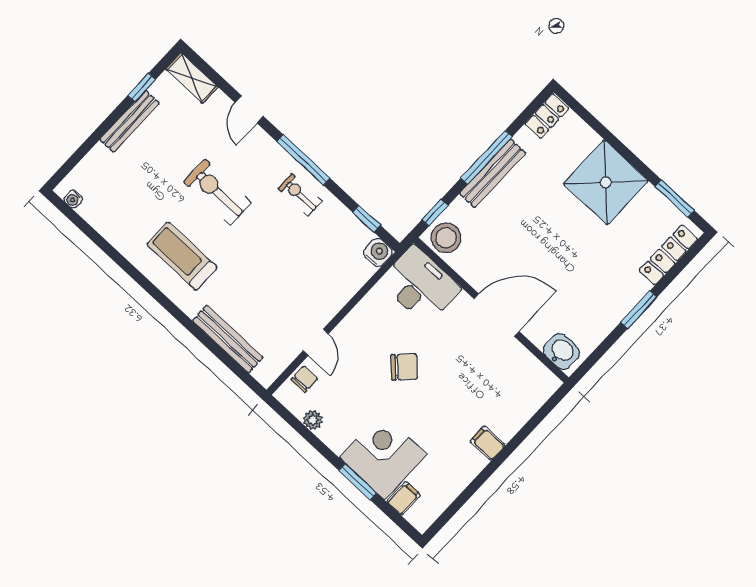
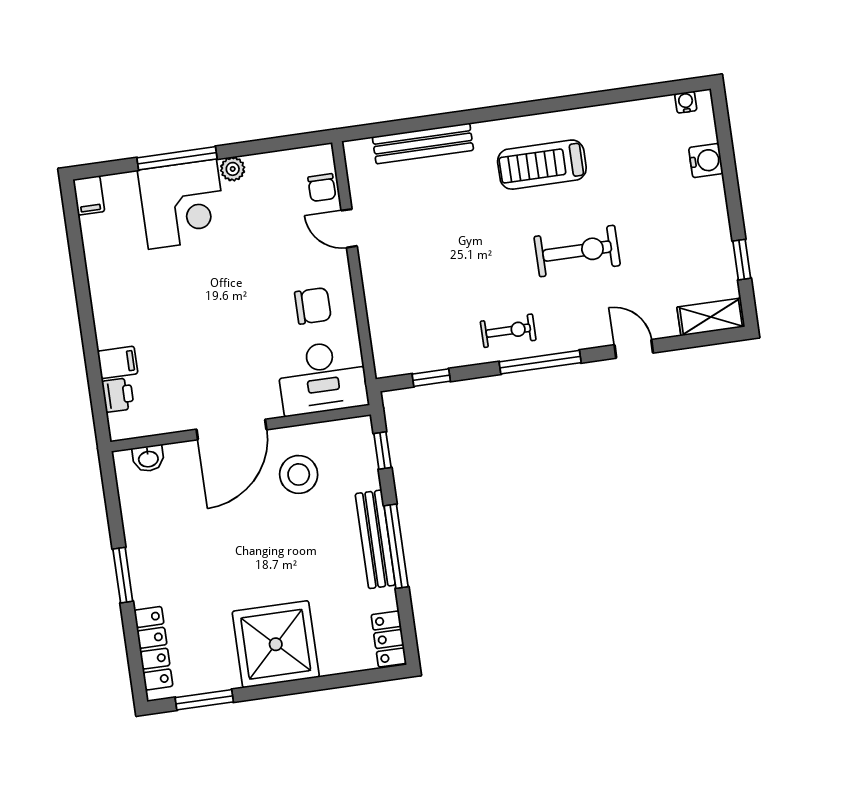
bench: (130, 121) -> (718, 220), removed
stool: (446, 238) -> (299, 474), moved
water cooler: (378, 253) -> (706, 161), moved, turned -90
treadmill: (182, 256) -> (542, 165), turned 180
washbasin: (561, 352) -> (148, 458), width x0.72, depth x0.69
chair: (404, 367) -> (313, 306), moved, turned -135
printer: (531, 401) -> (118, 395), added
plant: (313, 420) -> (233, 169), moved
filing cabinet: (488, 443) -> (118, 362), moved
window: (358, 482) -> (177, 158), width x1.44
filing cabinet: (404, 498) -> (89, 195), moved

